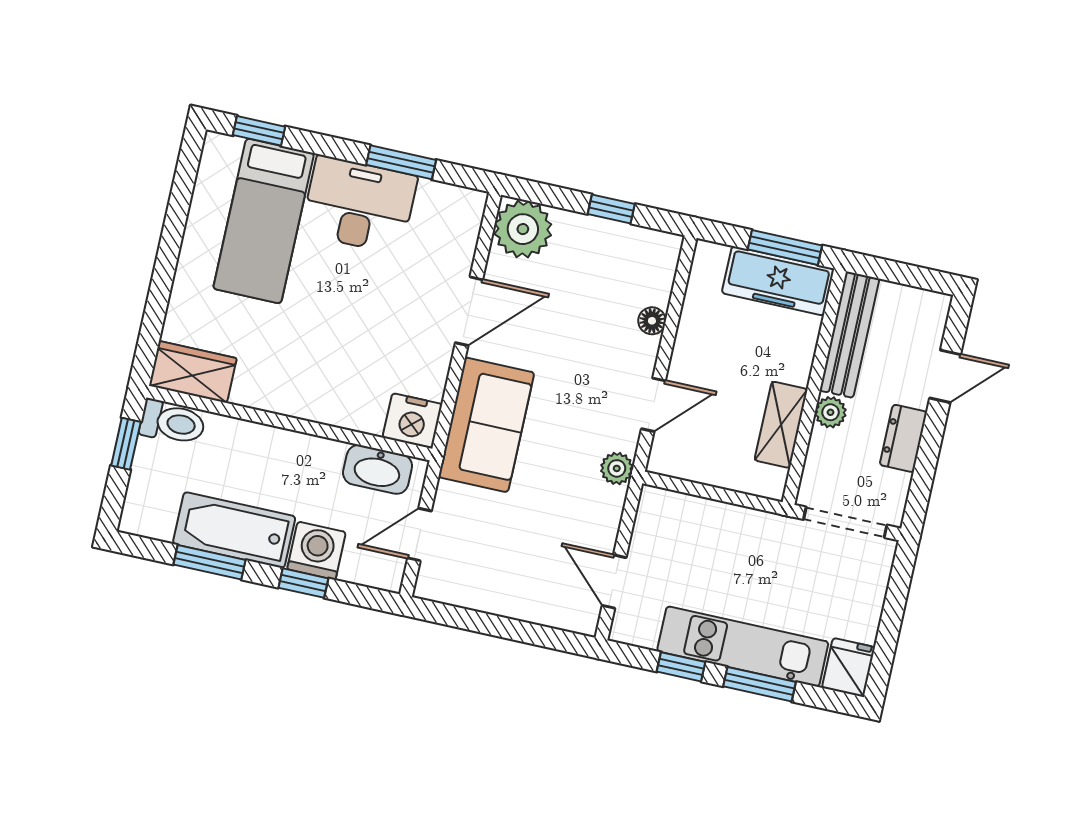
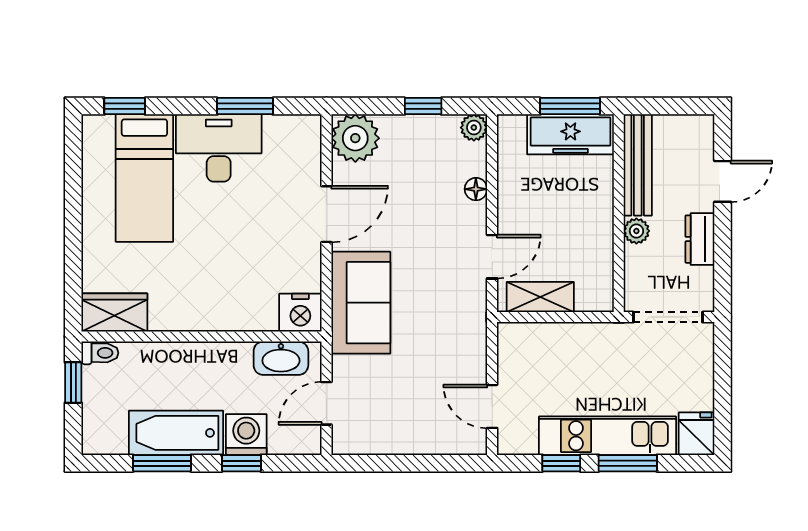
toilet: (173, 423) -> (100, 353), width x0.73, depth x0.72
shelving: (781, 425) -> (540, 297), moved, turned 90
plant: (617, 468) -> (474, 128), moved

